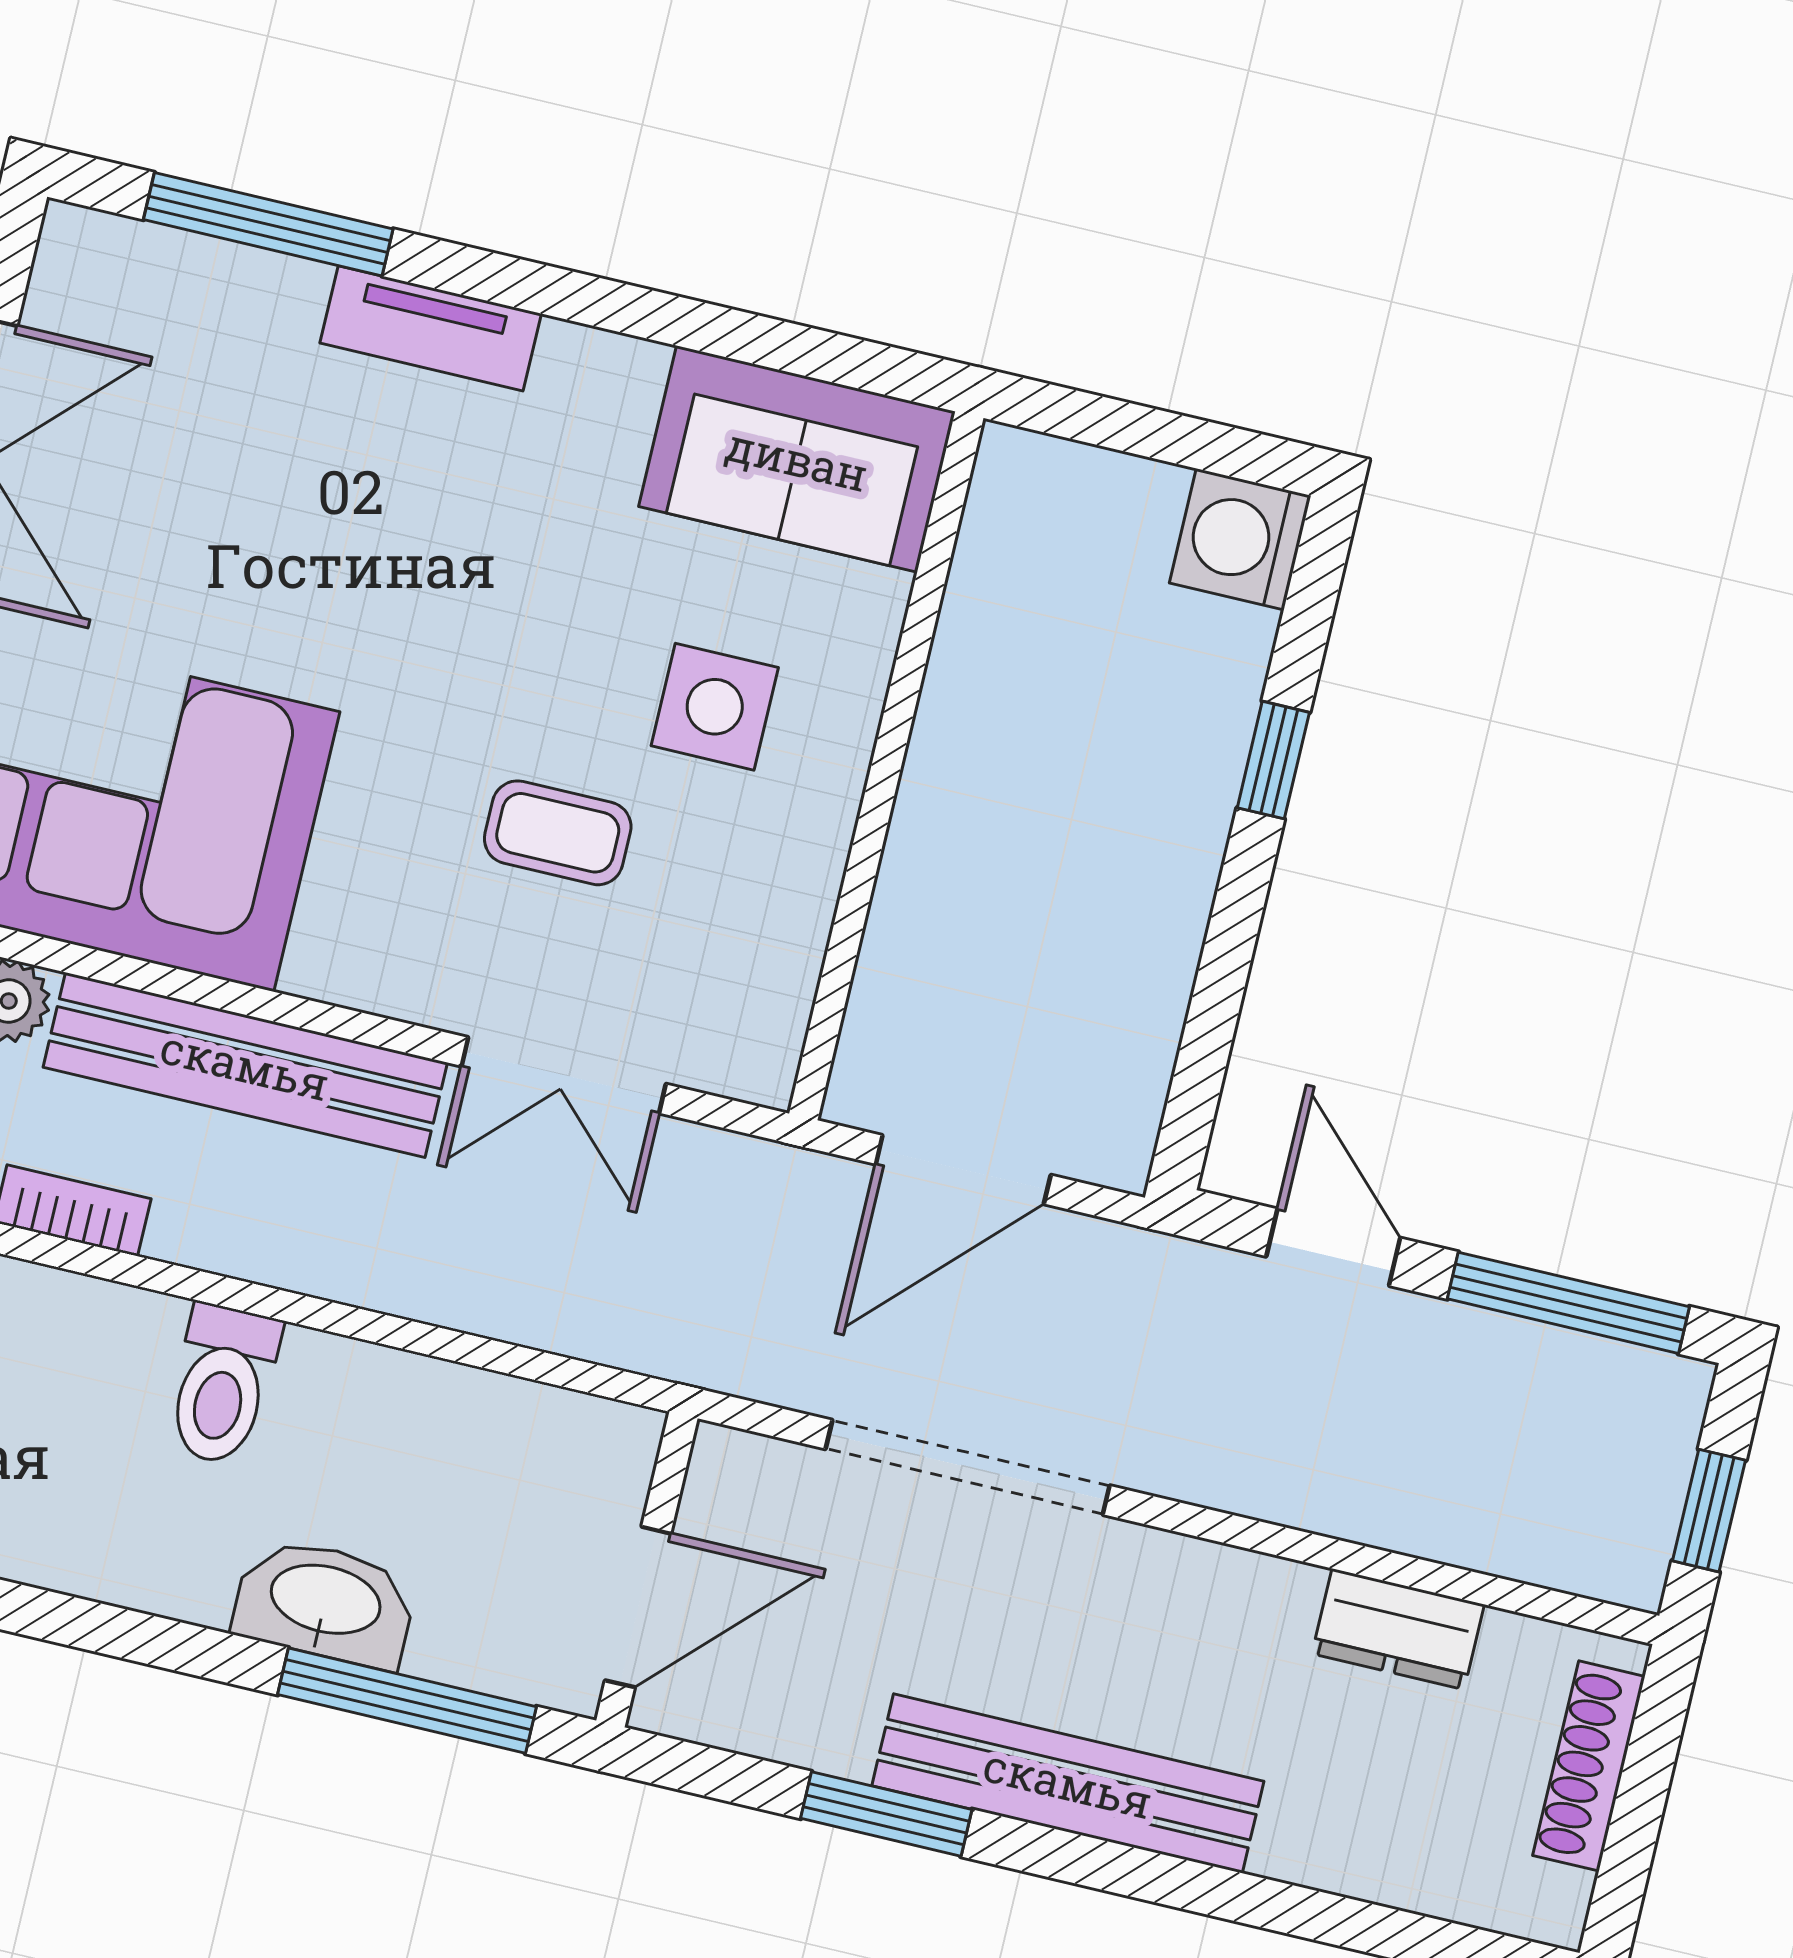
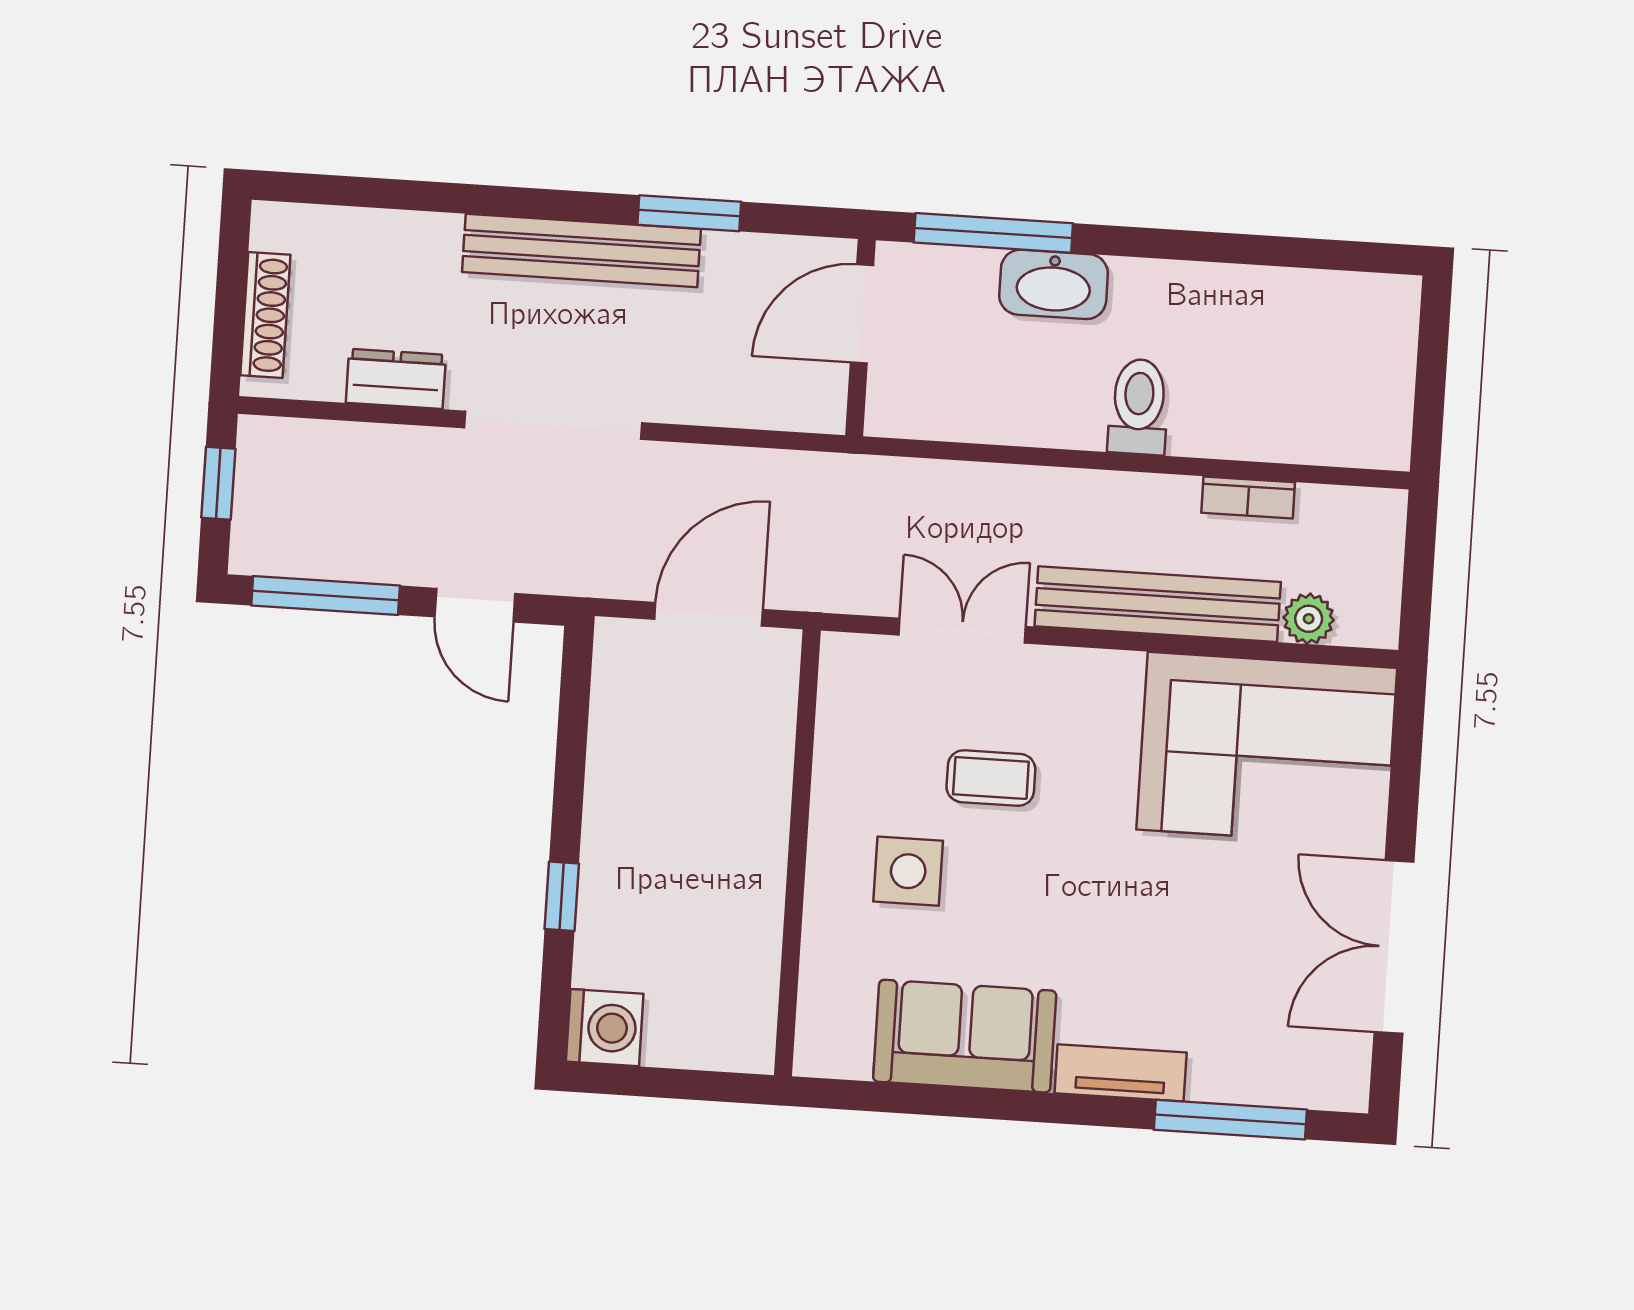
sofa: (797, 459) -> (965, 1036), moved
doorway: (968, 1467) -> (553, 425), moved

